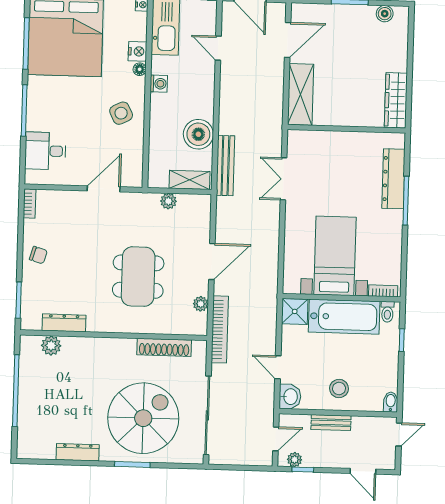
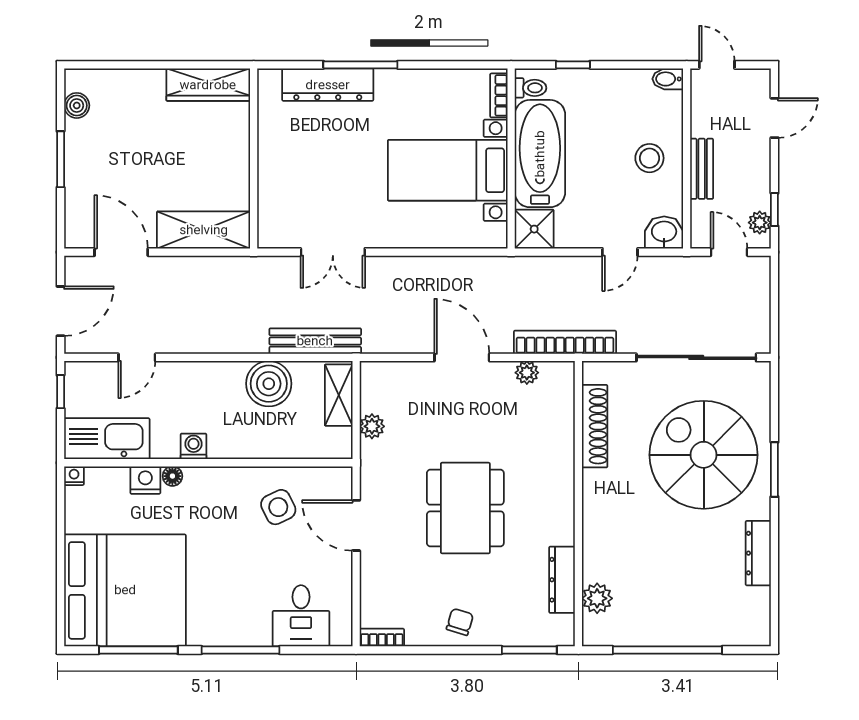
side table: (121, 113) -> (278, 507), moved
dining table: (138, 277) -> (465, 508), moved, turned 90

